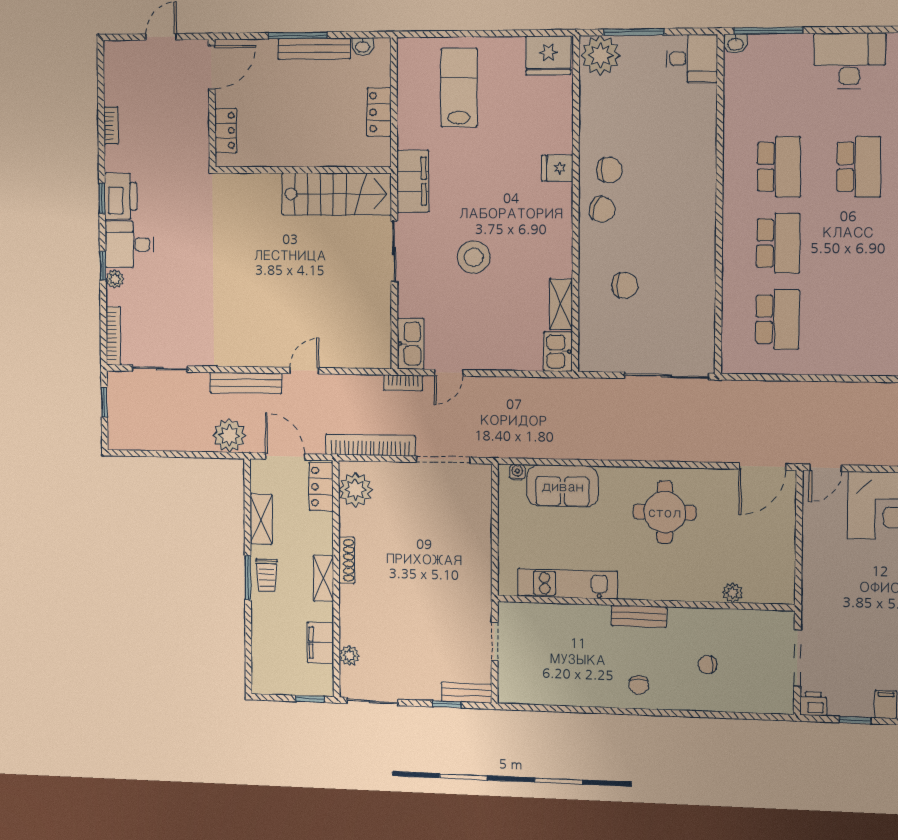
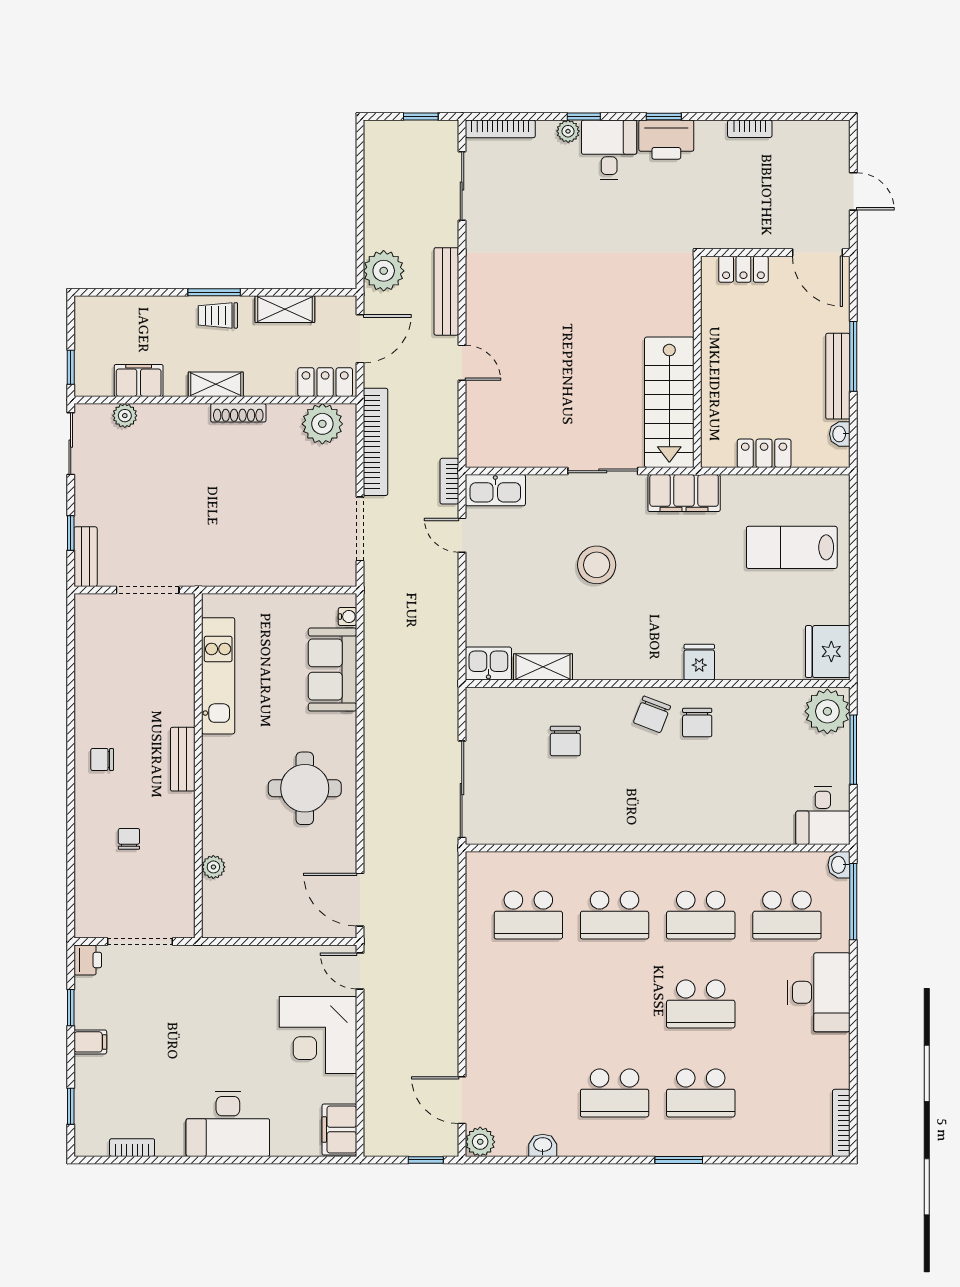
lab bench: (459, 88) -> (792, 547), turned 180
school desk: (780, 90) -> (787, 915), added
doorway: (495, 641) -> (148, 590), width x1.38

